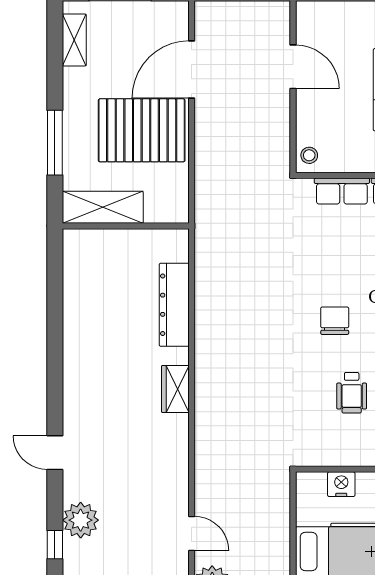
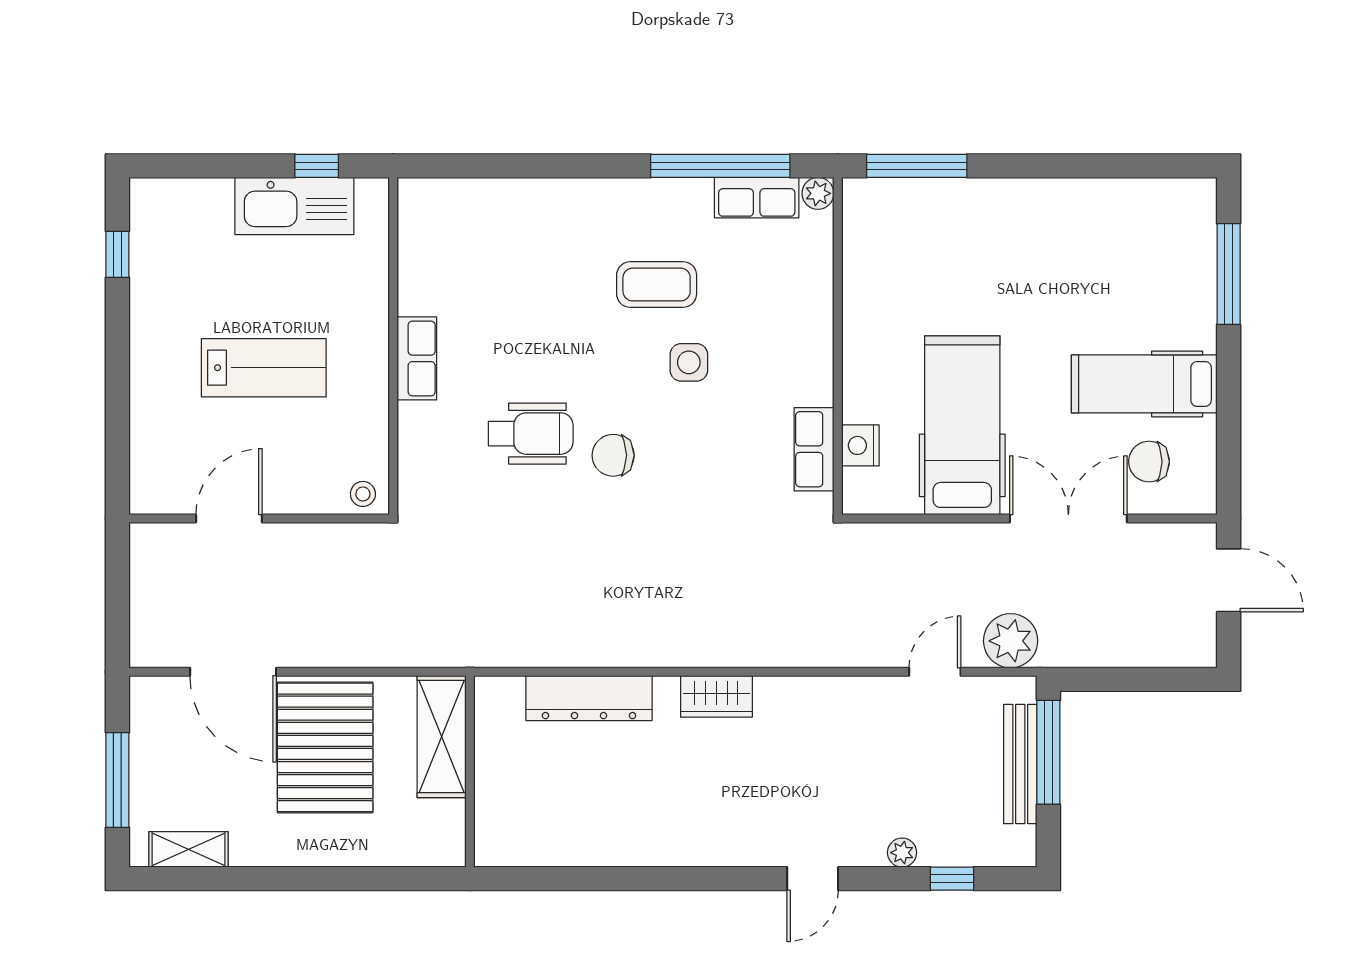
window: (55, 143) -> (344, 879), removed
row of seats: (342, 191) -> (814, 449), moved, turned 180
shelving: (103, 207) -> (442, 737), moved
wheelchair: (352, 393) -> (531, 434), moved, width x1.36, depth x1.37
plant: (81, 520) -> (902, 853), width x0.53, depth x0.53

